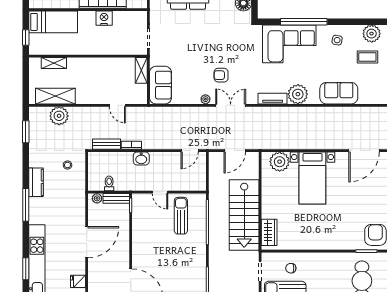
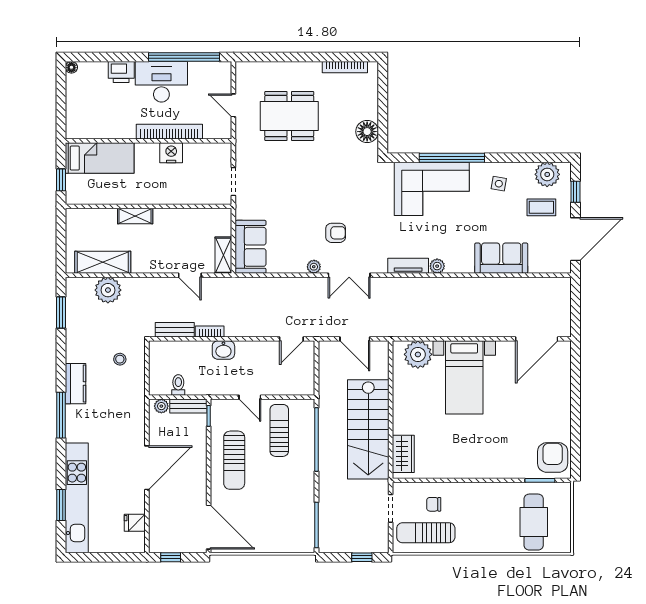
shelving: (54, 63) -> (135, 216), moved
shelving: (141, 70) -> (223, 255), moved
armchair: (221, 75) -> (336, 233), turned 180
plant: (298, 94) -> (437, 266), width x0.53, depth x0.53
double door: (231, 105) -> (349, 275), swing flipped
door: (235, 151) -> (355, 339), hinge flipped
sun lounger: (149, 237) -> (234, 460), added

